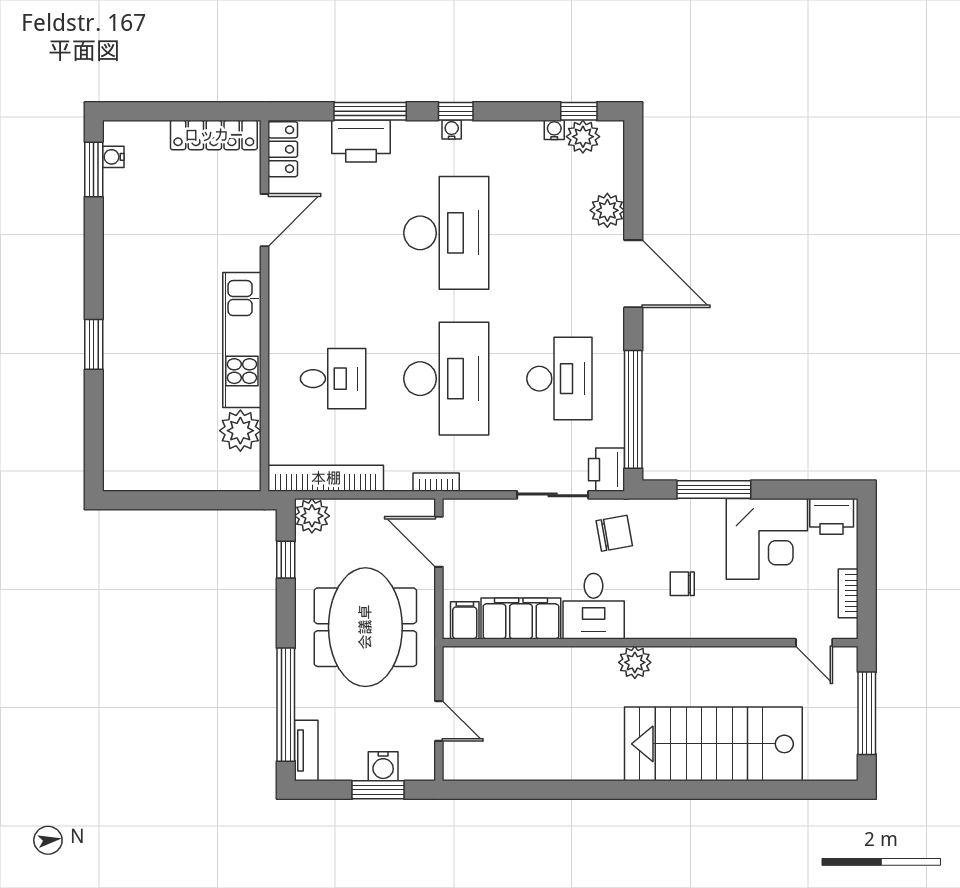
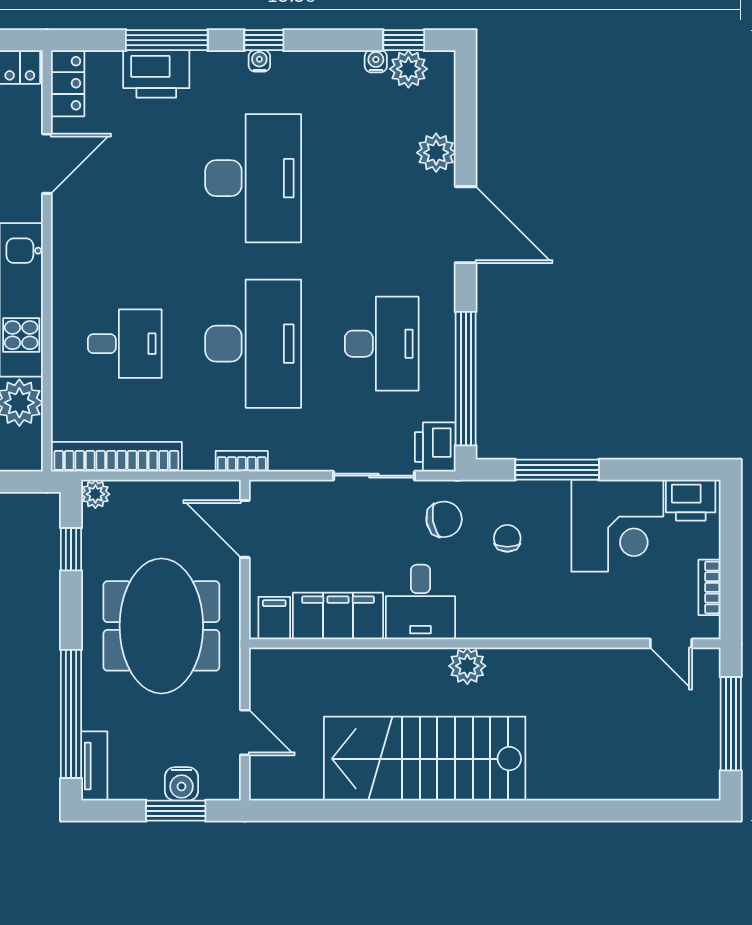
plant: (312, 516) -> (95, 494), width x0.73, depth x0.73
chair: (682, 584) -> (507, 538), moved, turned 90
stairs: (713, 744) -> (425, 759), moved

